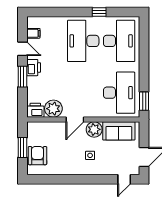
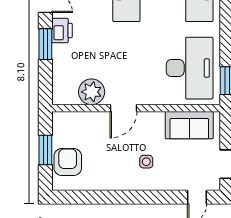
printer: (35, 110) -> (65, 94), removed
plant: (94, 129) -> (152, 123), removed

